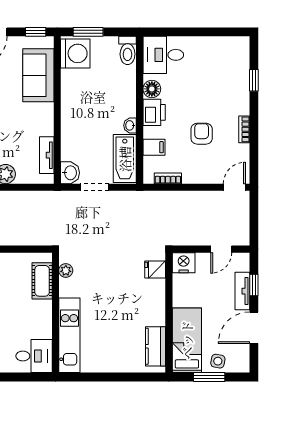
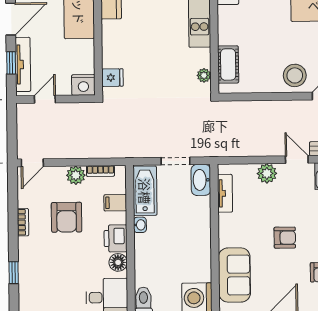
armchair: (202, 134) -> (67, 217), width x1.38, depth x1.38
washbasin: (70, 173) -> (201, 180), width x1.38
plant: (192, 175) -> (76, 175), added
tv unit: (242, 291) -> (23, 64), width x1.41

